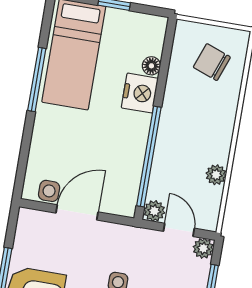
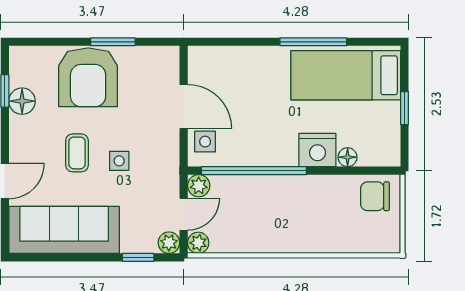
chair: (212, 62) -> (375, 196), moved, turned -110
plant: (216, 175) -> (198, 243), moved
side table: (49, 191) -> (205, 142), moved

